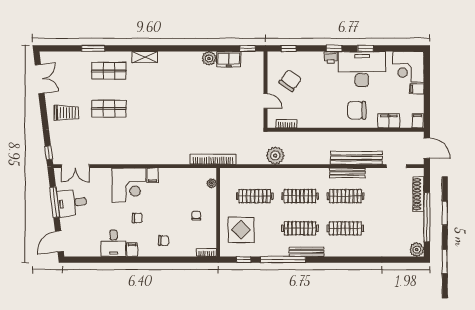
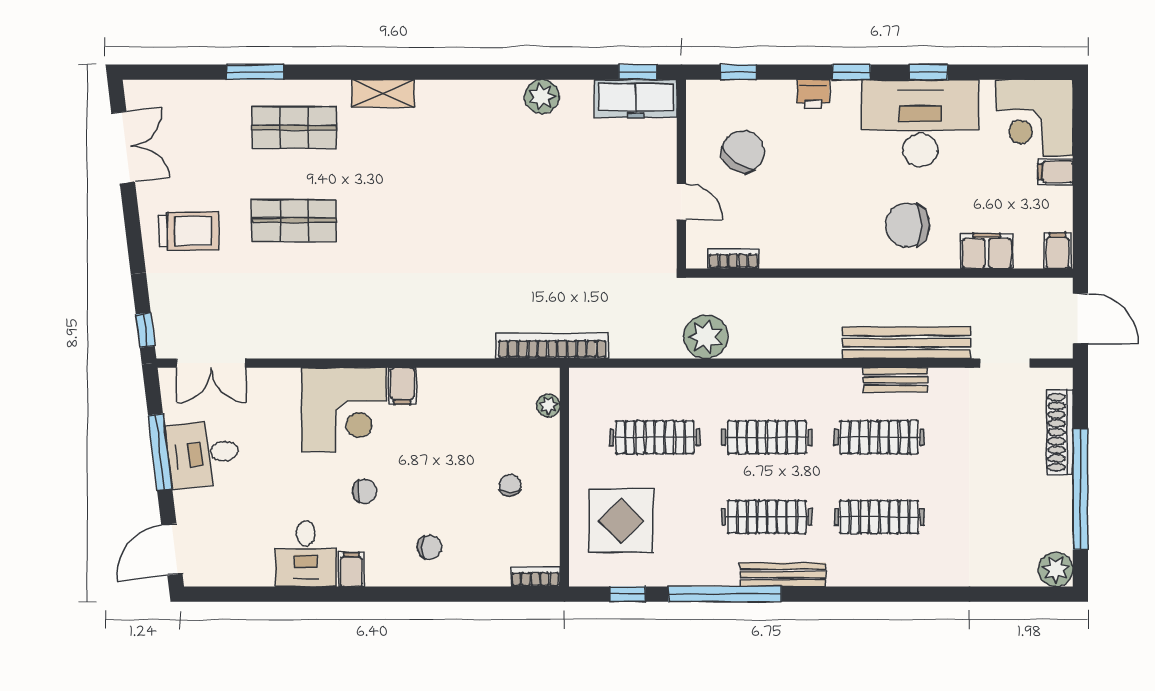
printer: (331, 57) -> (813, 94), moved
freezer: (229, 59) -> (636, 99), moved, width x1.40
bench: (347, 173) -> (896, 380), width x0.73

